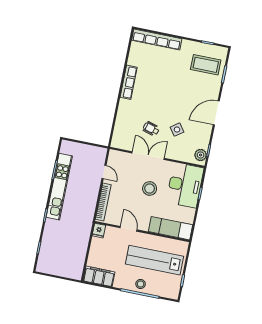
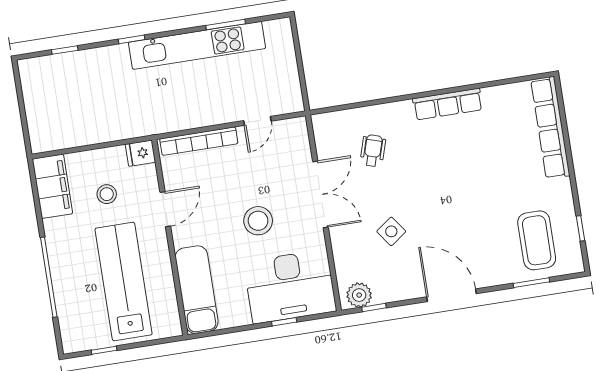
wheelchair: (151, 129) -> (373, 151), moved
stool: (141, 284) -> (107, 194), moved

